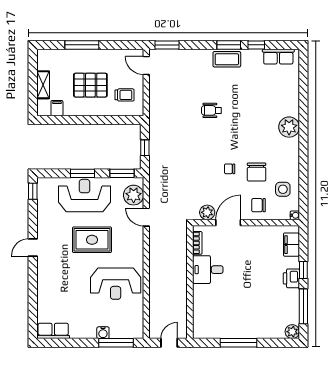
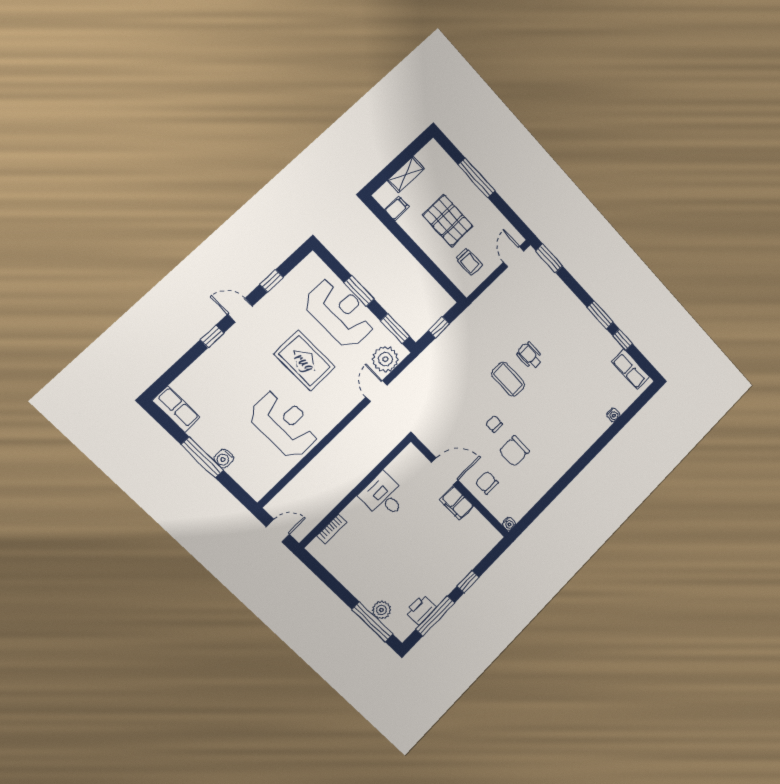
coffee table: (227, 59) -> (508, 379), moved
water cooler: (295, 93) -> (613, 415), added
plant: (289, 127) -> (580, 440), removed
side table: (283, 189) -> (522, 490), removed
window: (33, 191) -> (272, 281), moved
plant: (207, 212) -> (435, 443), removed
bookcase: (197, 243) -> (332, 529), moved
filing cabinet: (291, 245) -> (457, 503), moved, turned -90
window: (33, 276) -> (212, 336), added
printer: (291, 278) -> (421, 610), moved
reception desk: (116, 284) -> (284, 424), turned 180
plant: (292, 332) -> (381, 610), moved
window: (116, 343) -> (202, 457), moved
window: (239, 343) -> (372, 622), moved

